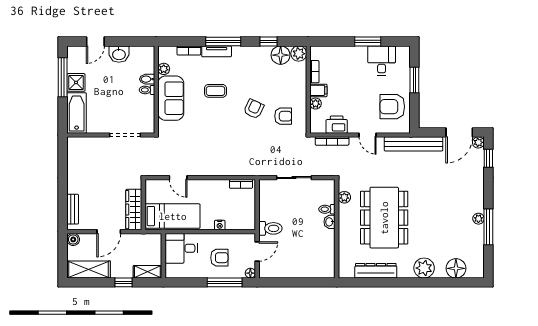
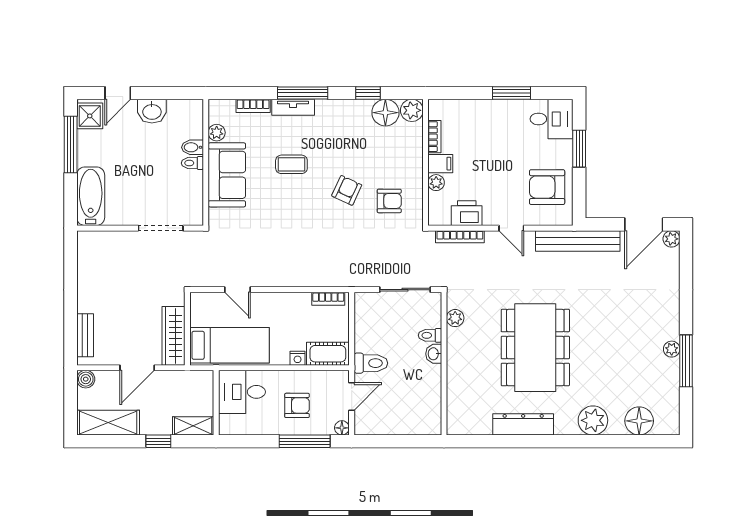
desk: (382, 61) -> (552, 119), moved, turned 90
shower: (76, 82) -> (90, 116), moved
window: (488, 158) -> (686, 262), removed
plant: (344, 197) -> (455, 318), moved
toilet: (327, 209) -> (430, 335), moved
cot: (241, 222) -> (328, 354), added
washbasin: (330, 222) -> (434, 354), moved
wall: (337, 229) -> (444, 364), moved

